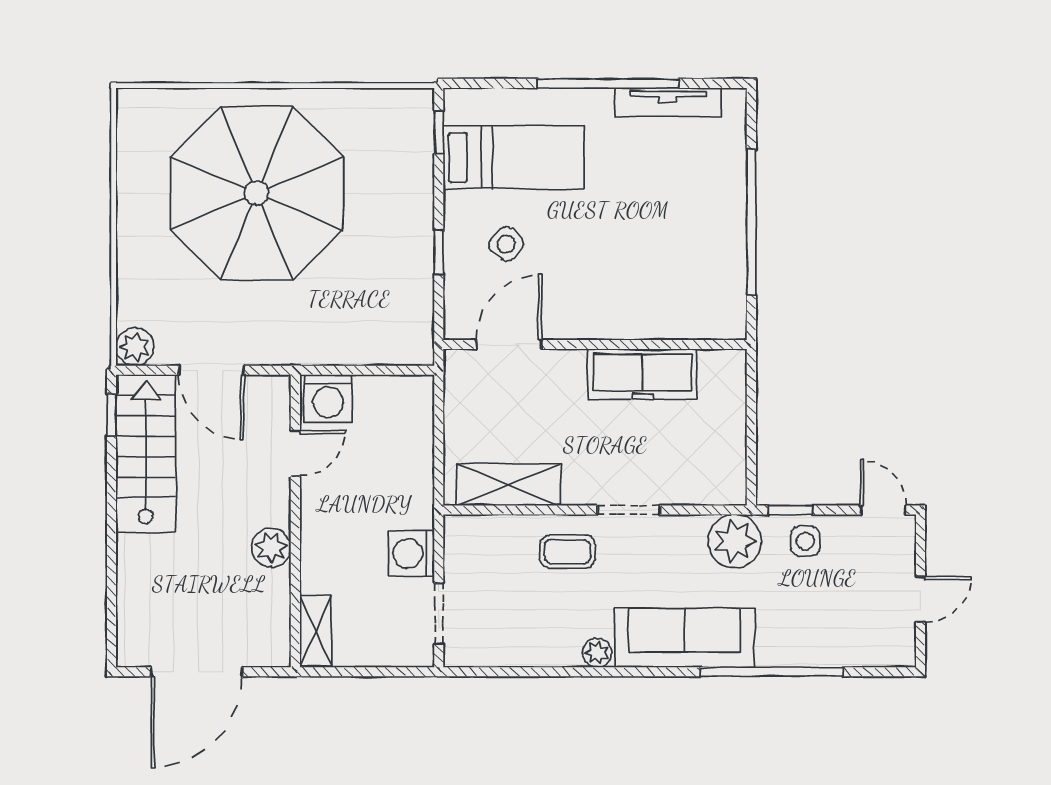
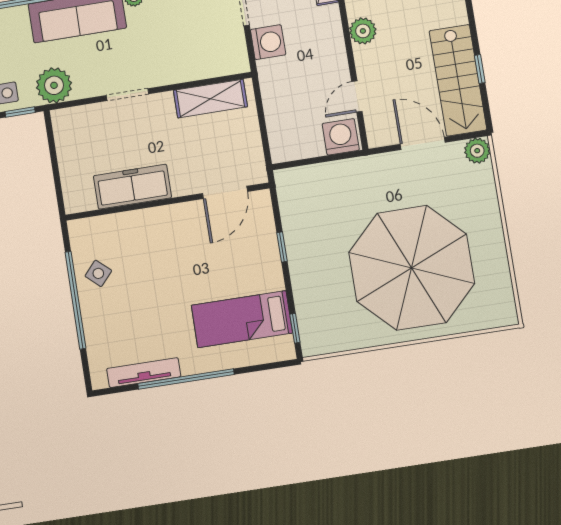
side table: (506, 244) -> (98, 273), moved
window: (111, 415) -> (480, 69), moved
coffee table: (568, 552) -> (164, 60), removed

